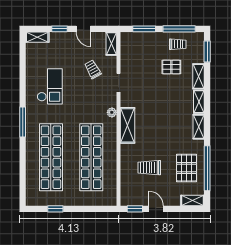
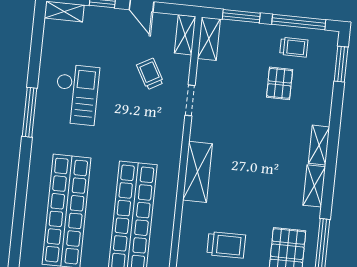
pallet: (171, 67) -> (280, 83), turned 90
shelving: (199, 76) -> (209, 39), moved
plant: (112, 112) -> (174, 148), removed
window: (23, 122) -> (30, 112), moved
trolley: (149, 168) -> (226, 245), turned 180

